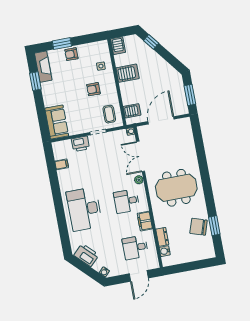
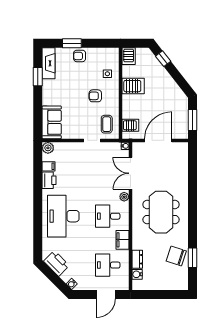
printer: (80, 144) -> (49, 180), moved, turned -90
plant: (58, 147) -> (48, 148), added
meeting table: (176, 188) -> (161, 212), turned 90

